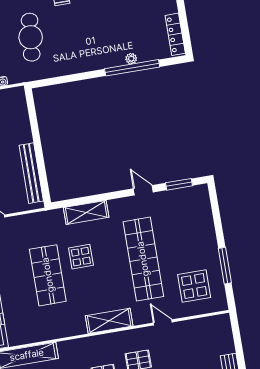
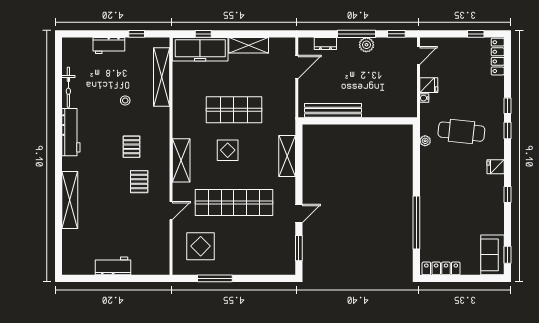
plant: (131, 59) -> (425, 141), moved
display table: (81, 257) -> (228, 150), moved

